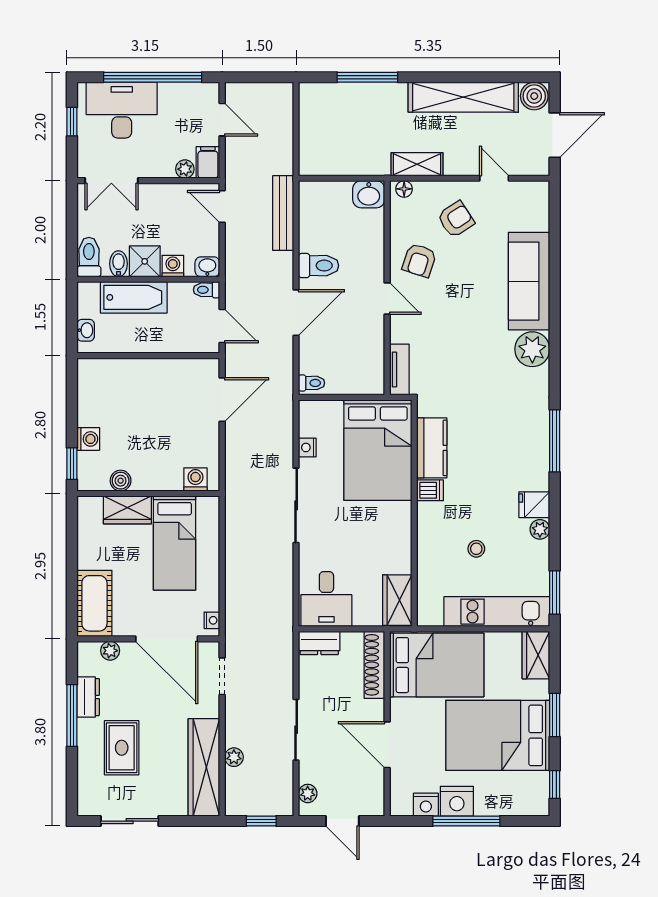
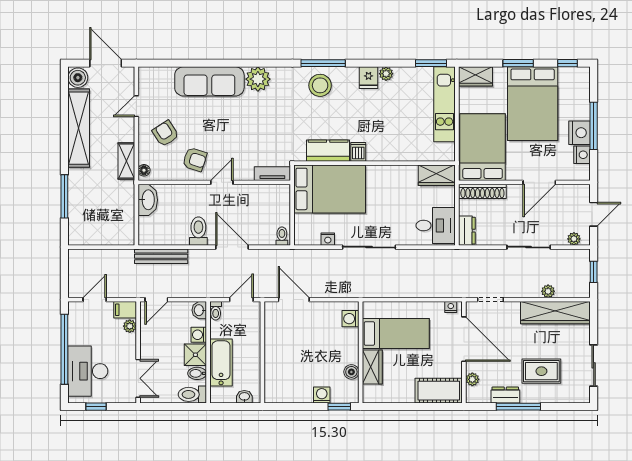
washbasin: (369, 194) -> (148, 200), width x1.38
stool: (476, 549) -> (320, 85), moved, width x1.89, depth x1.89
door: (167, 639) -> (464, 339), hinge flipped

